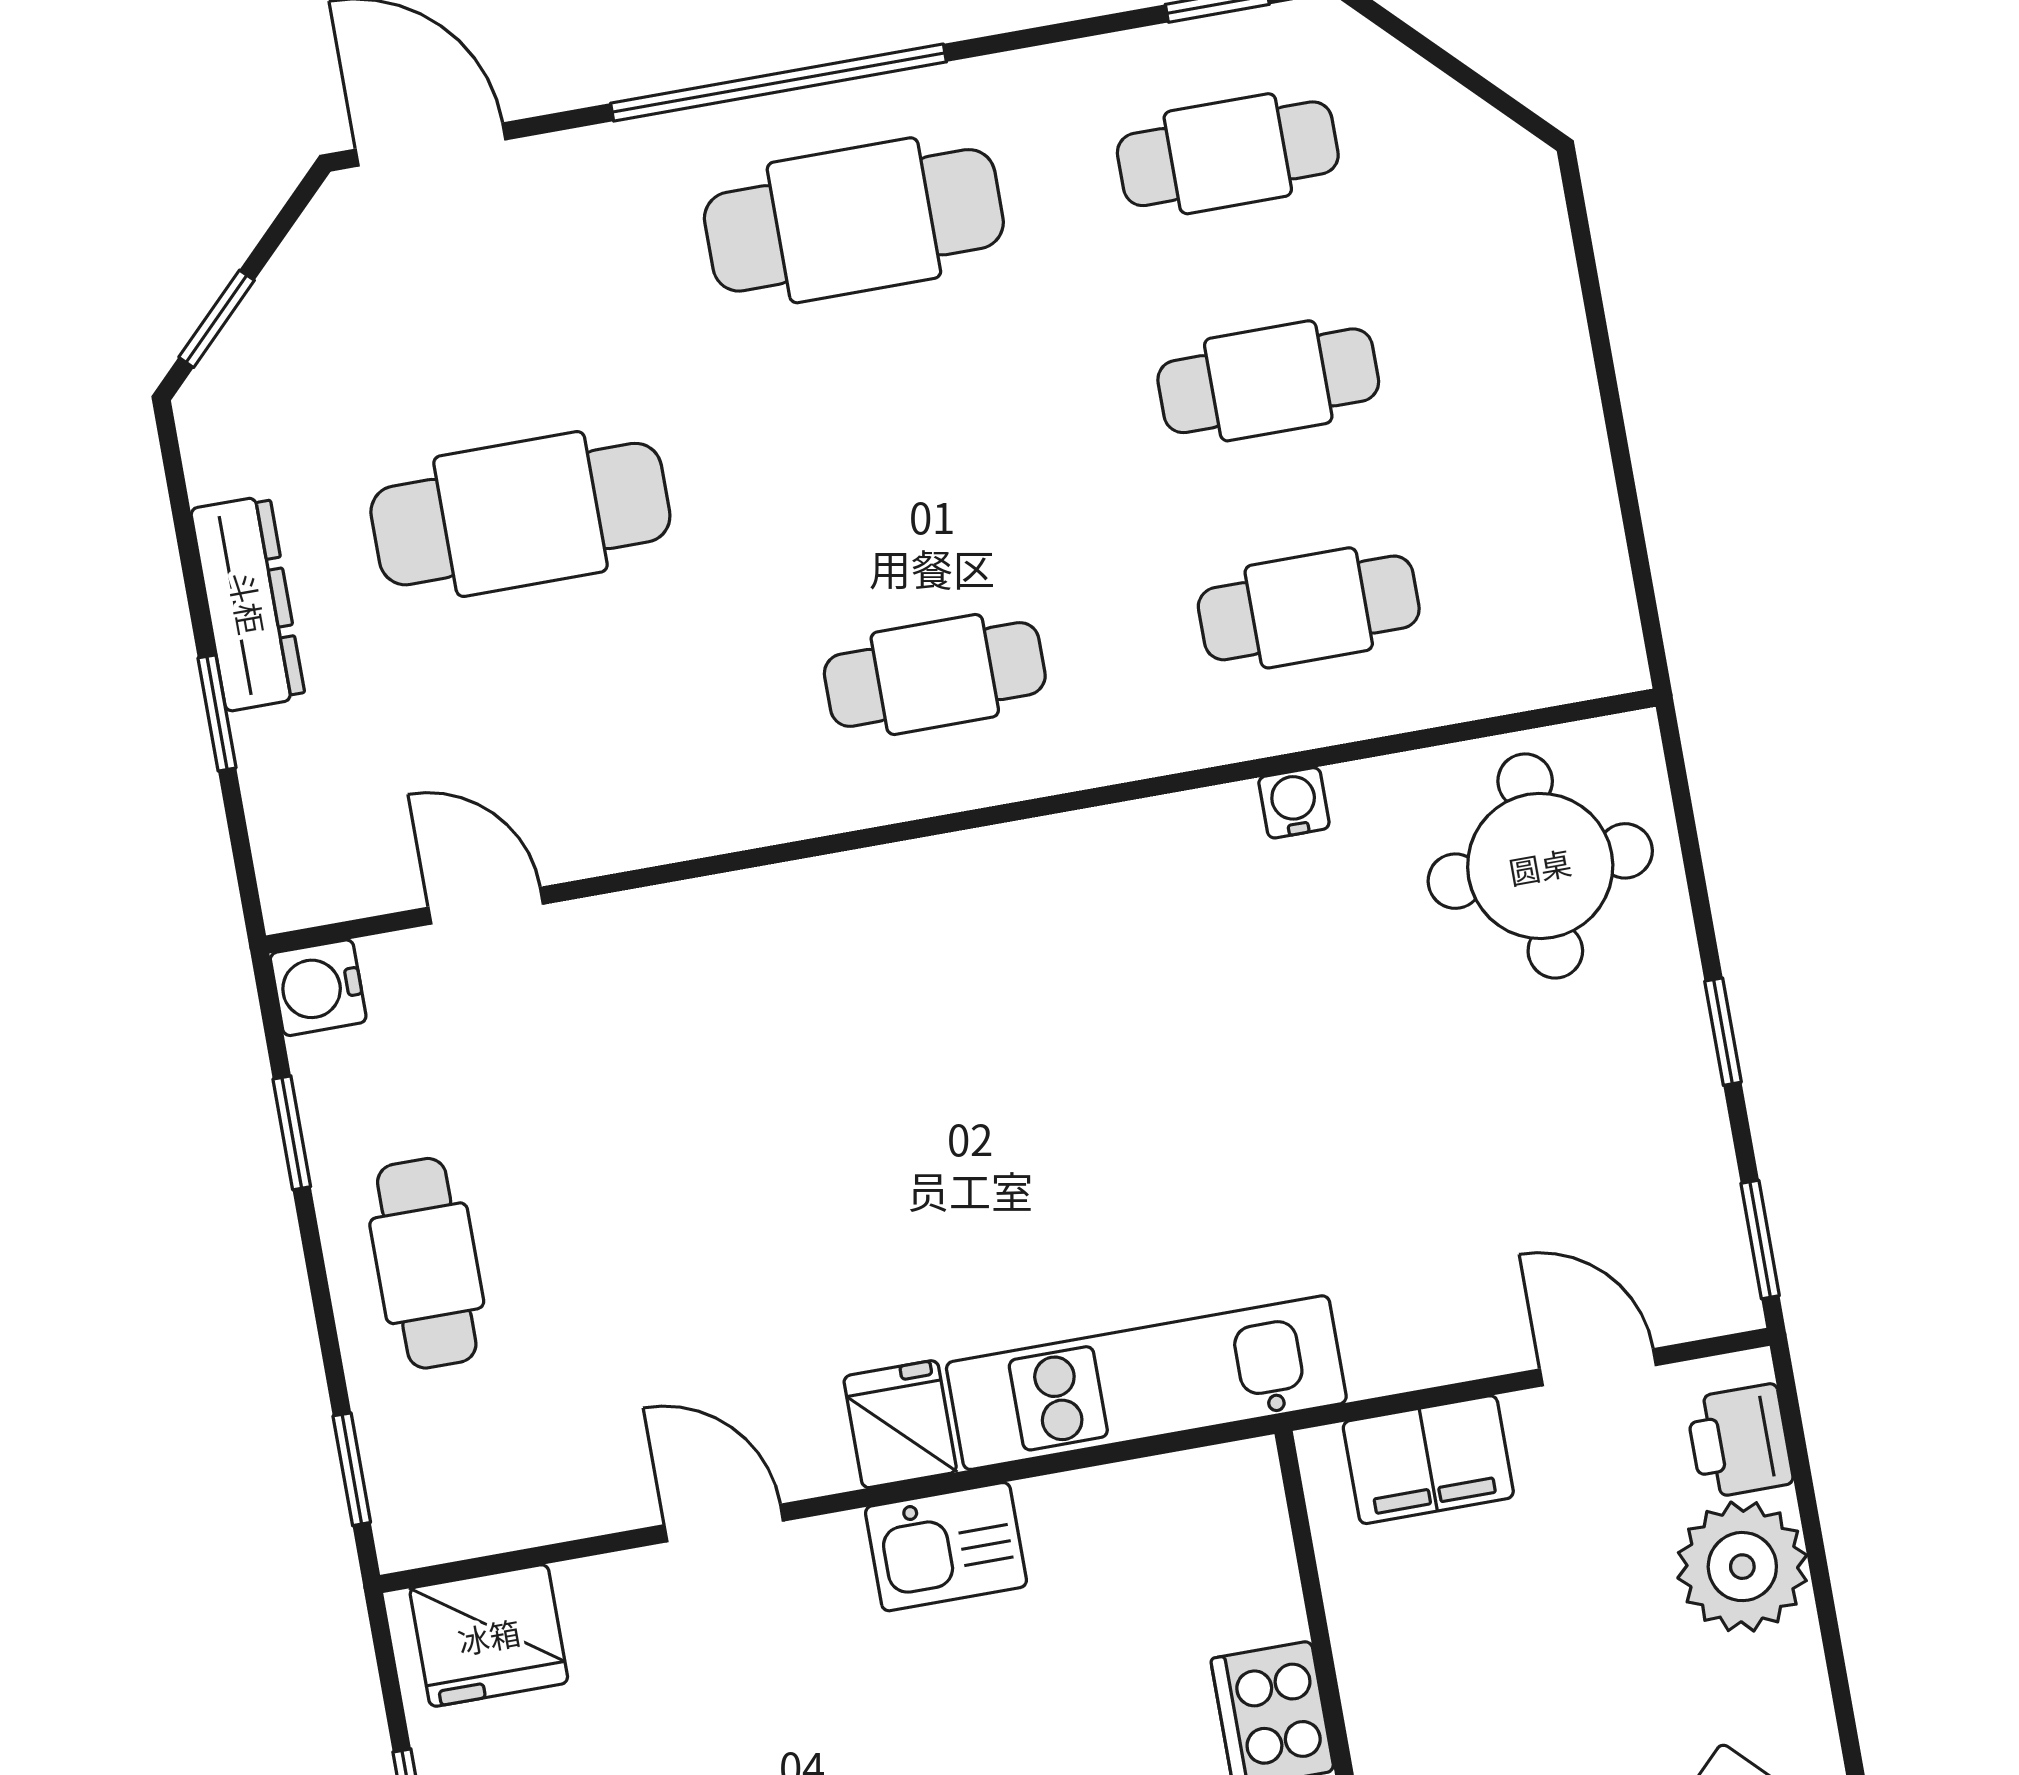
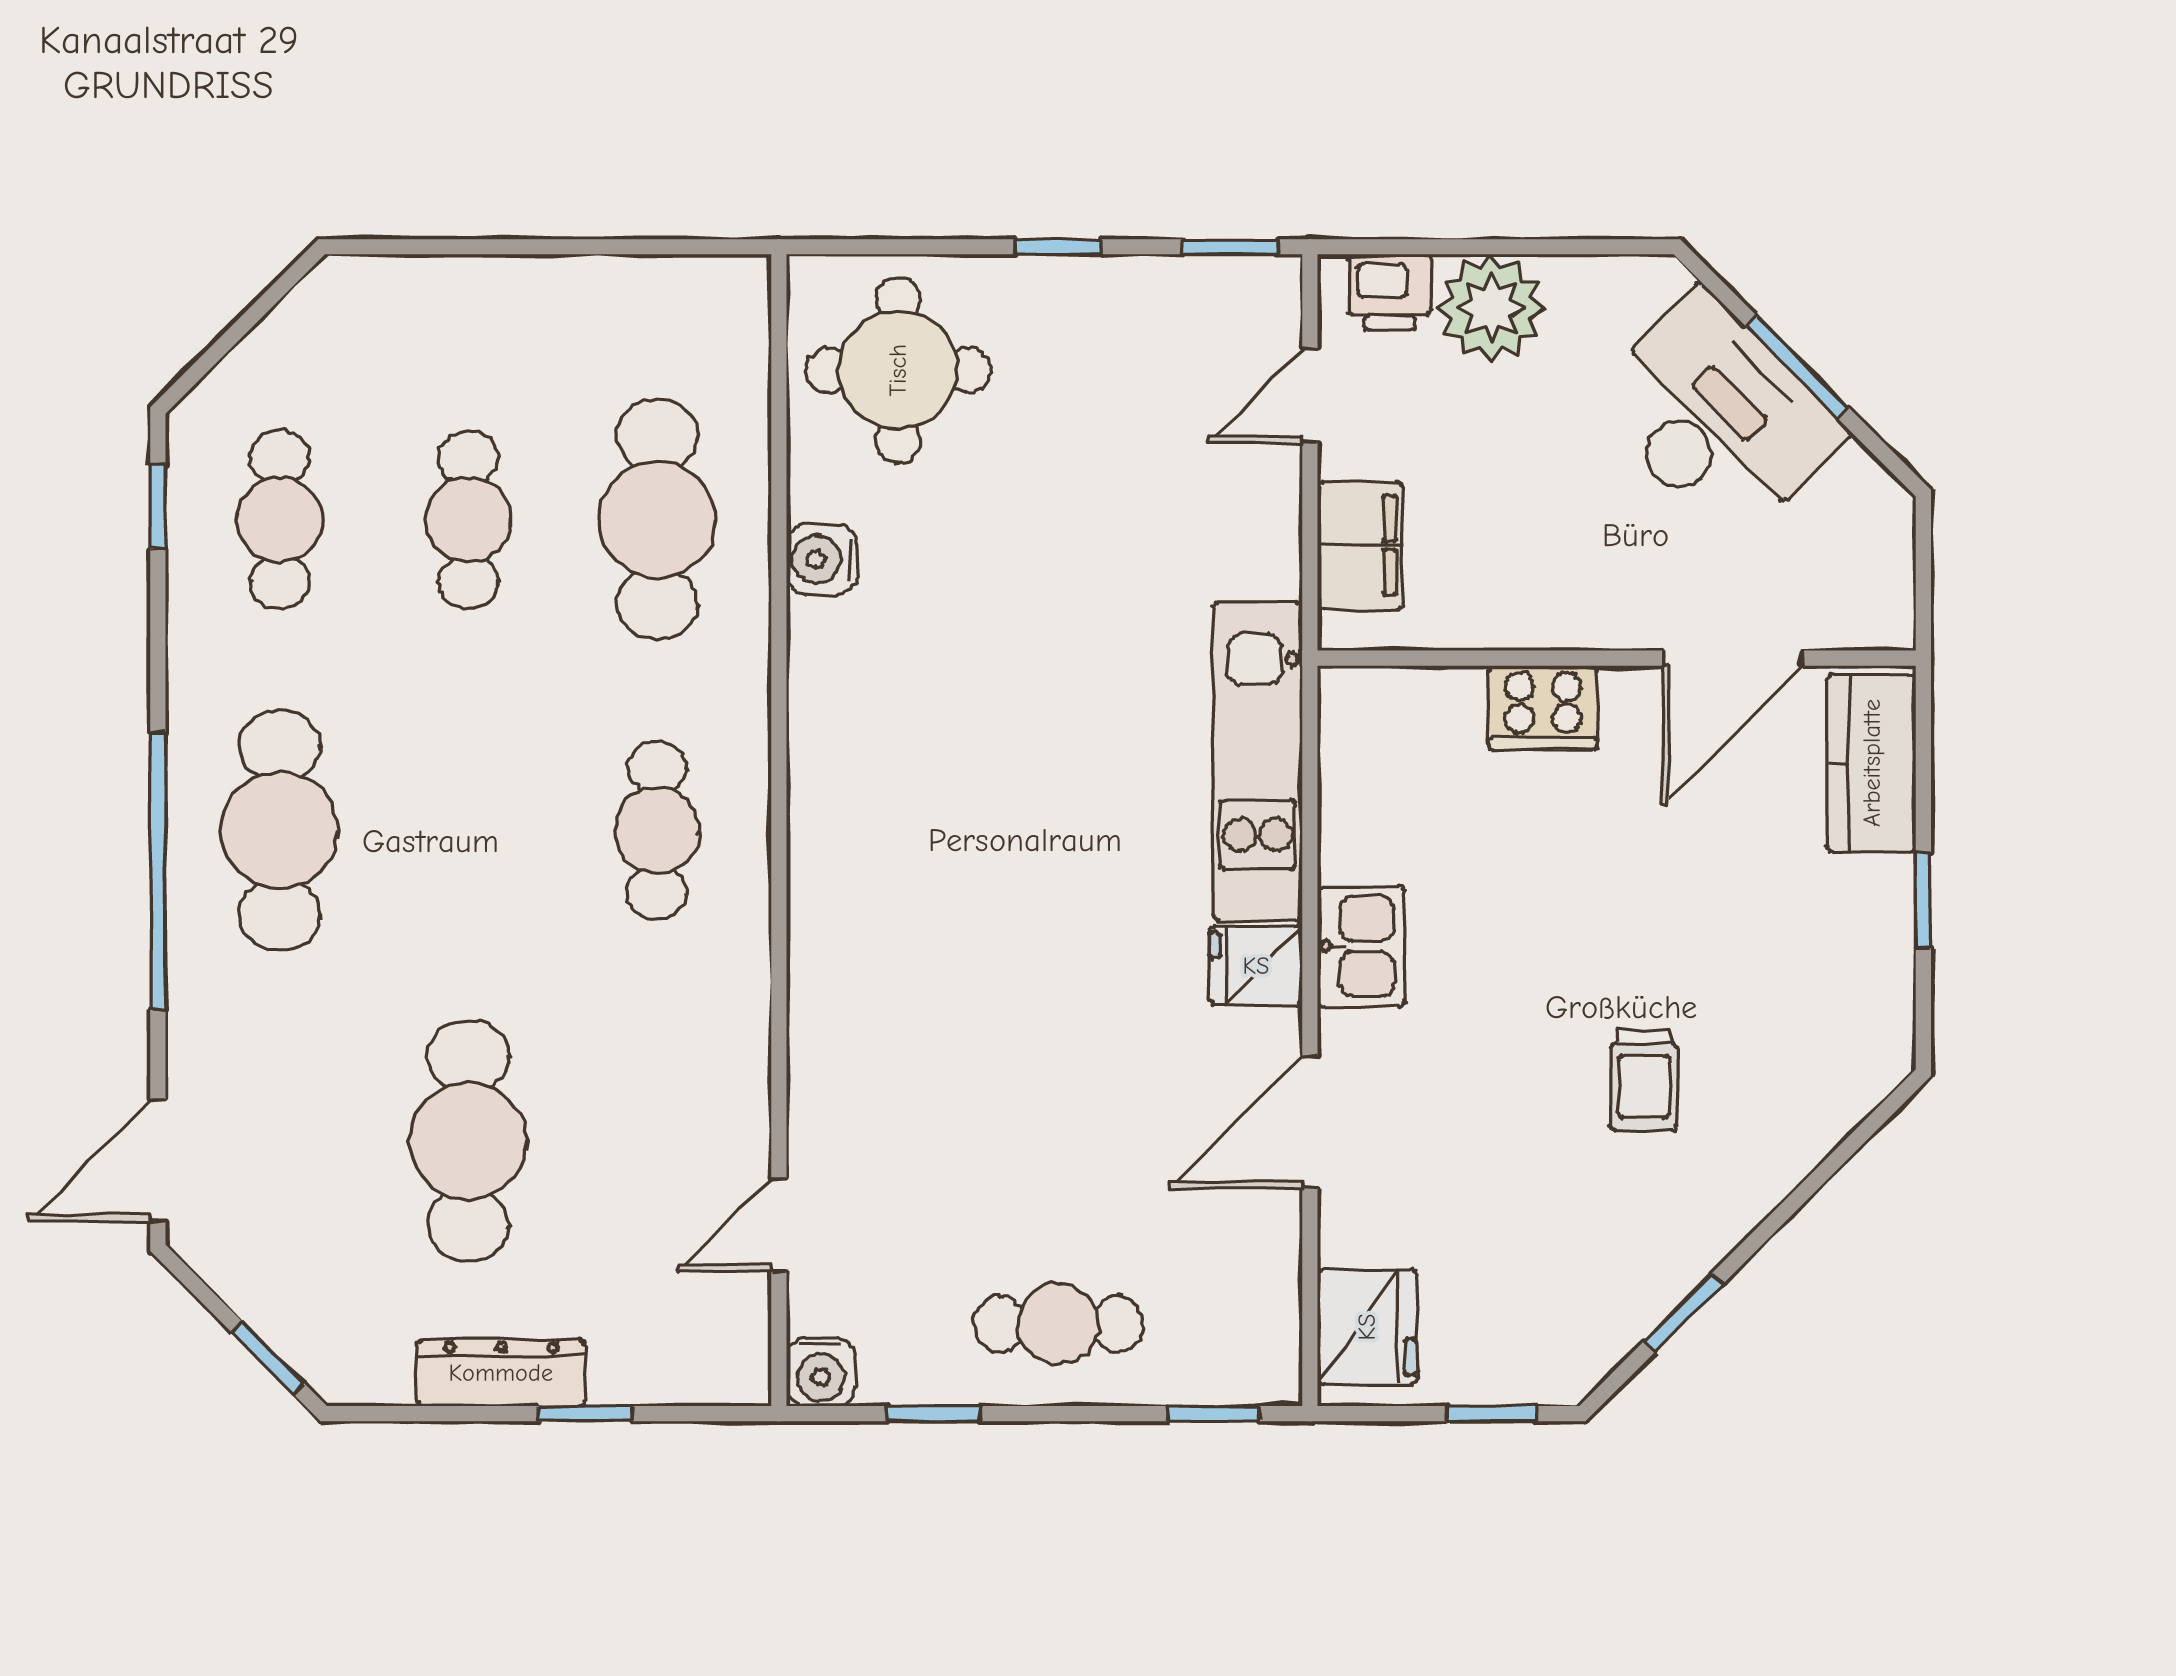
cafe table: (1309, 608) -> (657, 520), width x1.37, depth x1.35
water cooler: (1294, 803) -> (822, 559), width x1.38, depth x1.38
door: (724, 1523) -> (1310, 1122), width x1.38

